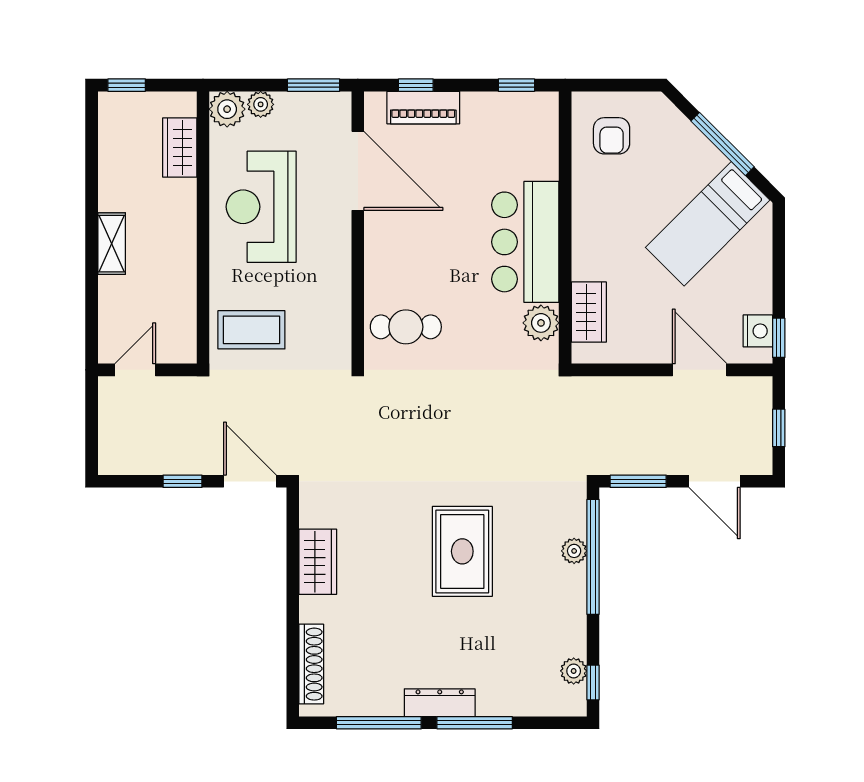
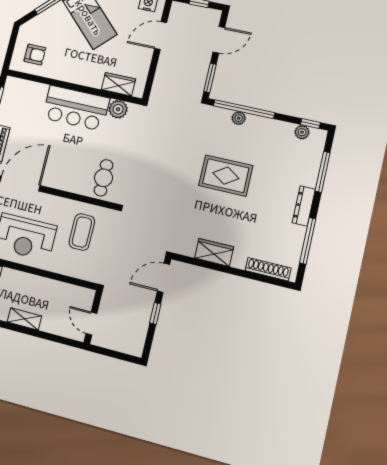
coffee table: (251, 330) -> (82, 232), moved
window: (475, 723) -> (323, 172), moved

